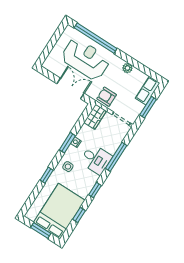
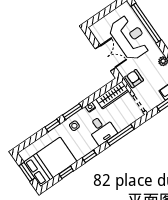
wardrobe: (95, 117) -> (112, 95), width x1.50
window: (67, 143) -> (72, 112), moved

